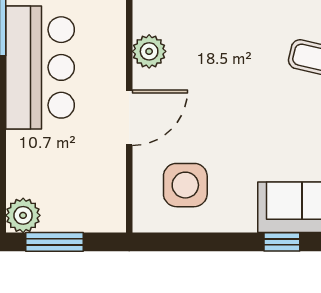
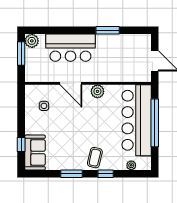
bar counter: (40, 67) -> (70, 48), moved
side table: (185, 185) -> (44, 106), width x0.54, depth x0.54

